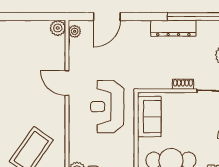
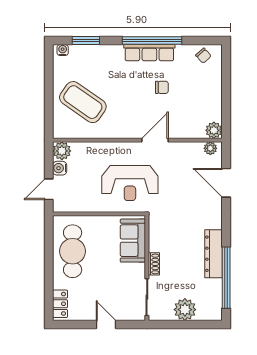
chair: (18, 77) -> (162, 87), added
reception desk: (107, 107) -> (130, 183), turned 180
sofa: (149, 117) -> (133, 241), moved, turned 90

